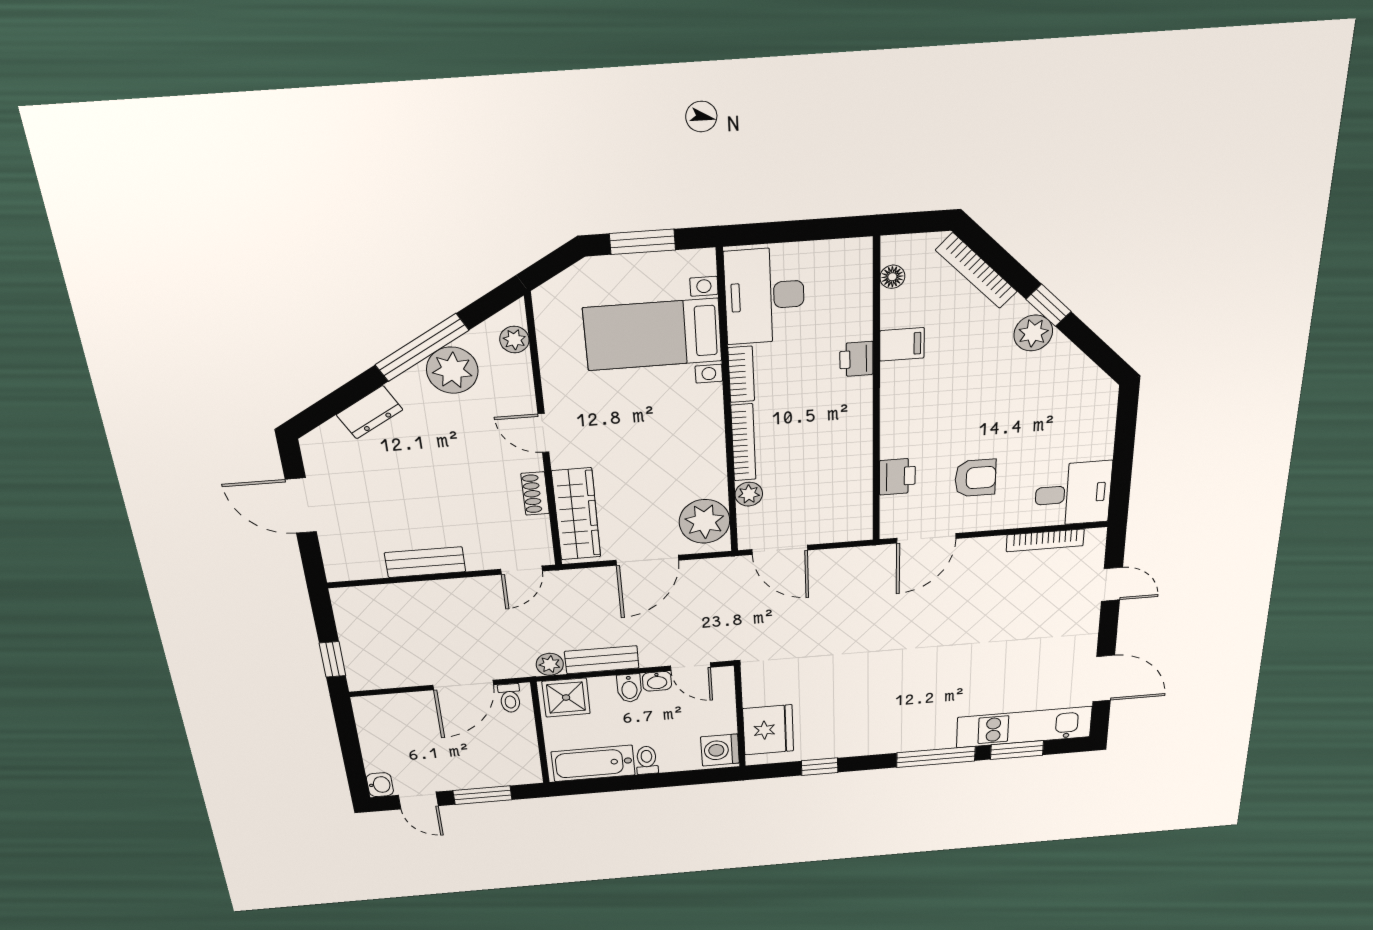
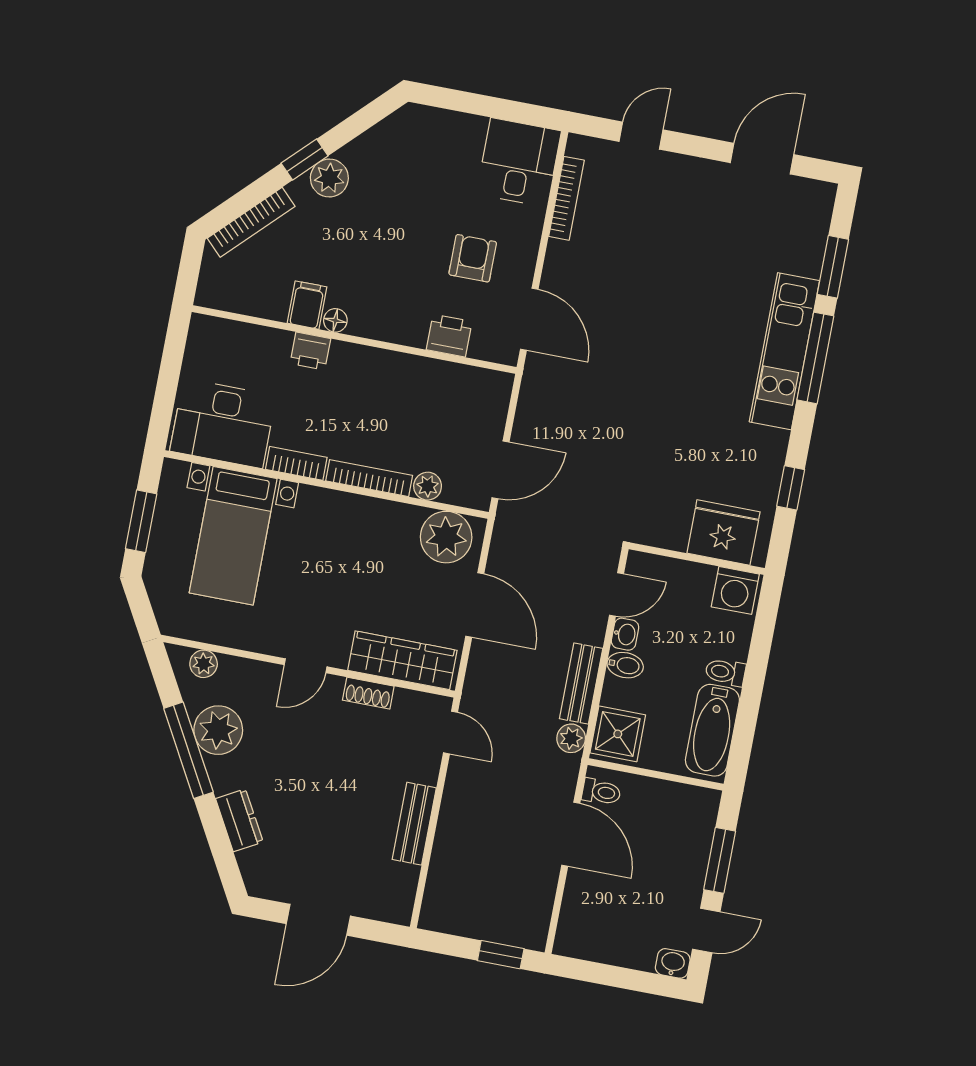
floor lamp: (892, 277) -> (335, 320), moved
kitchen unit: (1024, 727) -> (784, 351), moved

